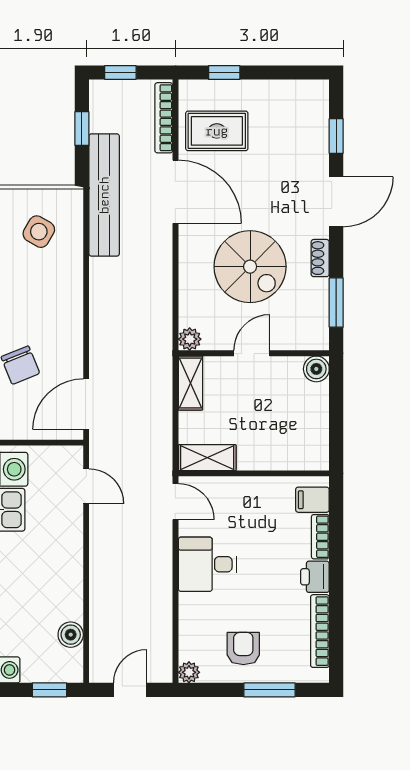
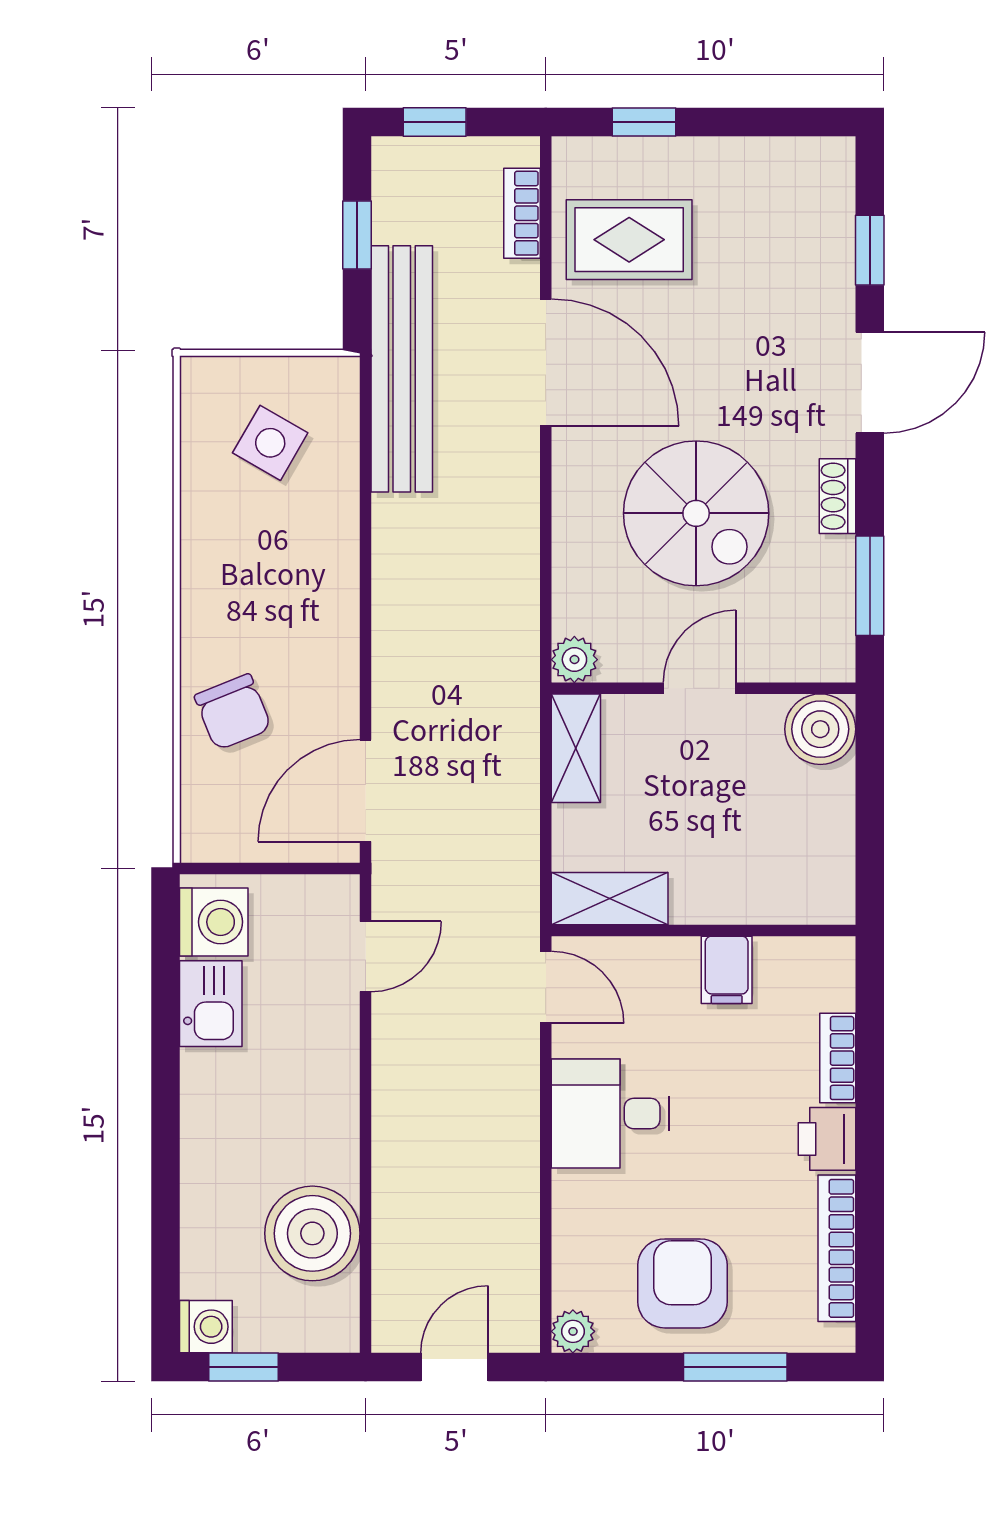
bookcase: (164, 118) -> (522, 213), width x0.64
boiler: (316, 369) -> (820, 729), width x1.36, depth x1.36
door: (86, 486) -> (366, 956), hinge flipped
filing cabinet: (312, 500) -> (727, 970), moved, turned -90
boiler: (71, 635) -> (312, 1233), width x1.86, depth x1.86
armchair: (243, 648) -> (682, 1283), width x1.38, depth x1.38
window: (50, 690) -> (244, 1367), moved

